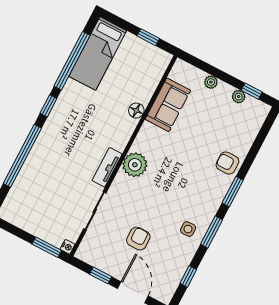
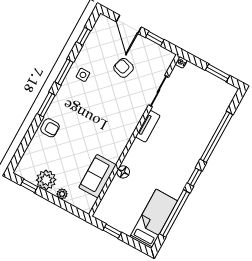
plant: (239, 97) -> (46, 180), width x1.88, depth x1.88
plant: (135, 165) -> (125, 128), removed
armchair: (138, 239) -> (124, 68), turned 107
window: (47, 247) -> (217, 73), moved

